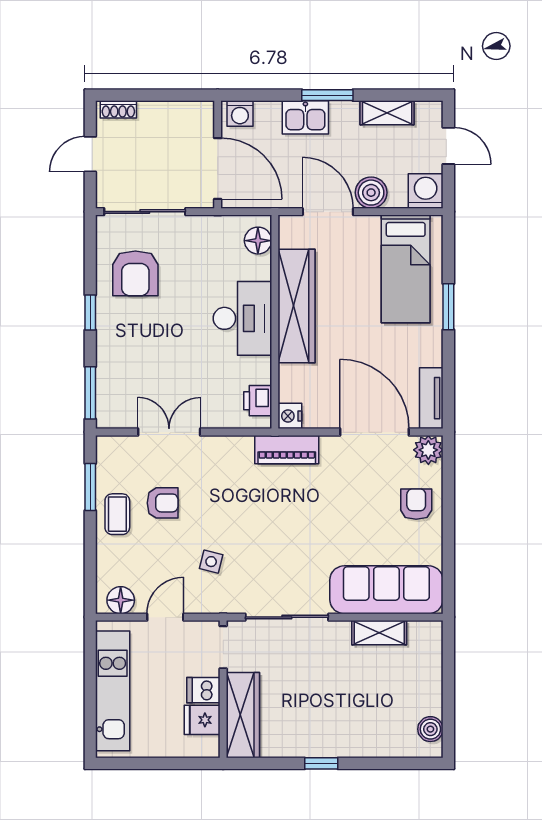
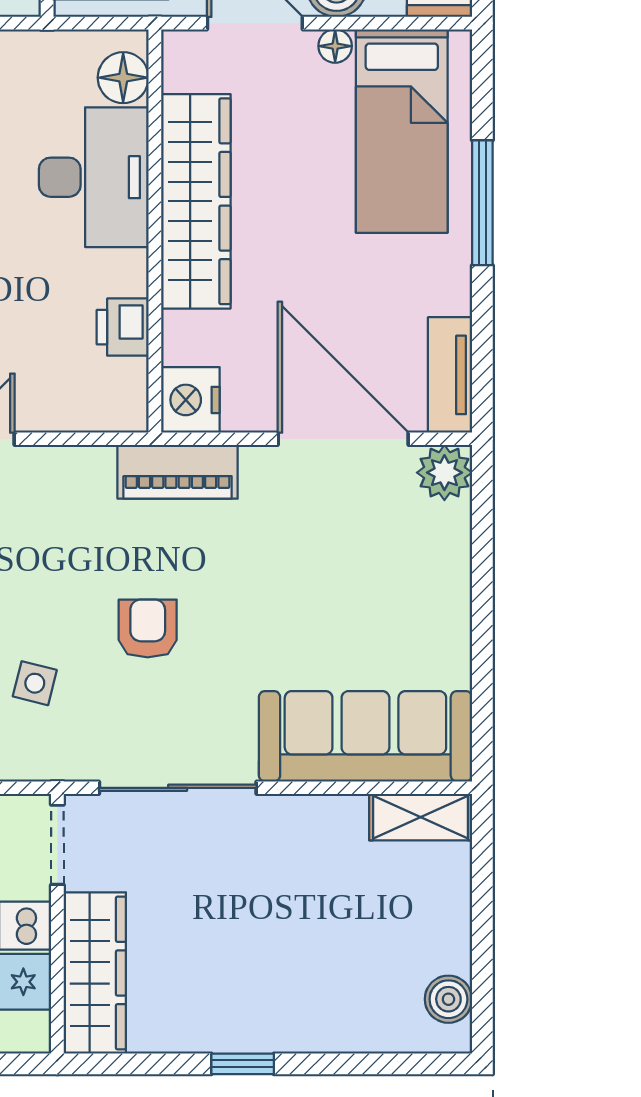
floor lamp: (370, 224) -> (335, 46), added
window: (448, 307) -> (482, 203), width x1.44
desk: (242, 318) -> (94, 177), moved
printer: (258, 401) -> (123, 327), moved
nightstand: (290, 416) -> (190, 400), width x1.36, depth x1.33
armchair: (416, 504) -> (148, 629), moved
shelving: (379, 633) -> (421, 817), moved

